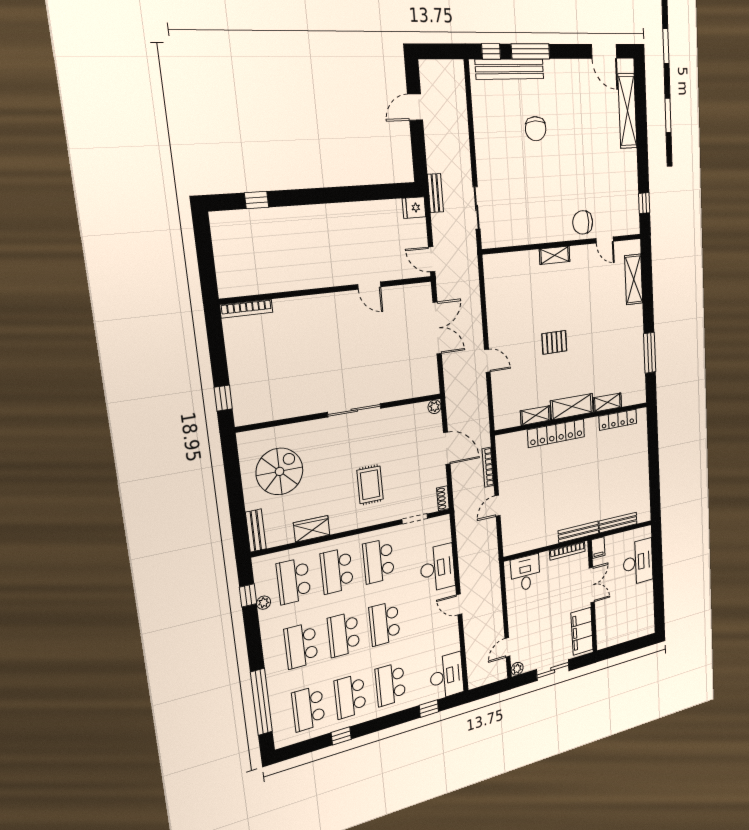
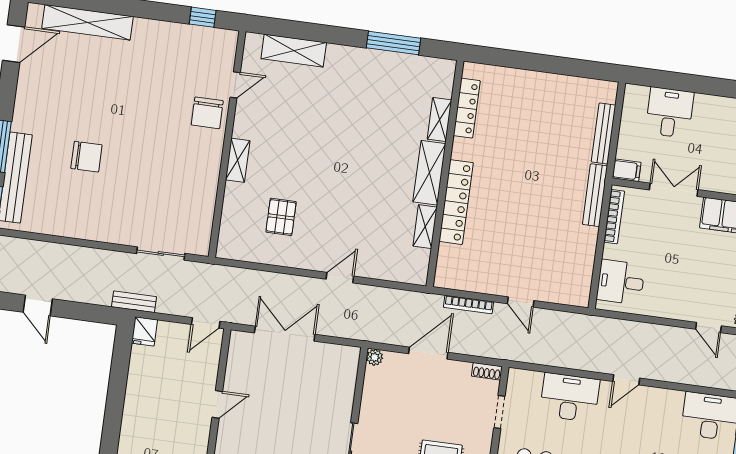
pallet: (554, 342) -> (281, 217), moved
desk: (638, 562) -> (670, 113), width x0.73

